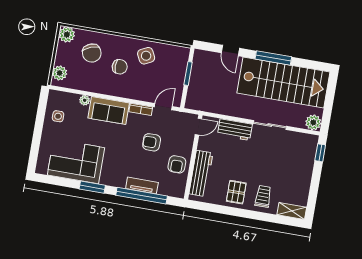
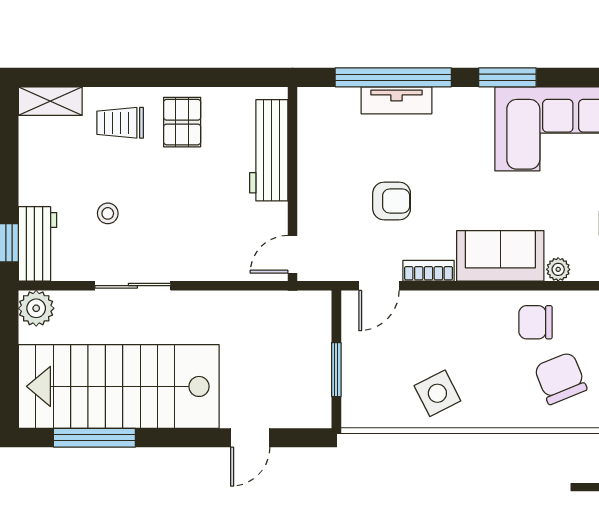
door: (230, 50) -> (250, 438), swing flipped
window: (273, 58) -> (94, 438), moved
chair: (120, 67) -> (535, 322), moved
workbench: (235, 130) -> (38, 244), moved, turned 90
stool: (275, 158) -> (108, 213), added
armchair: (177, 164) -> (326, 161), removed
trolley: (263, 196) -> (120, 123), turned 90

